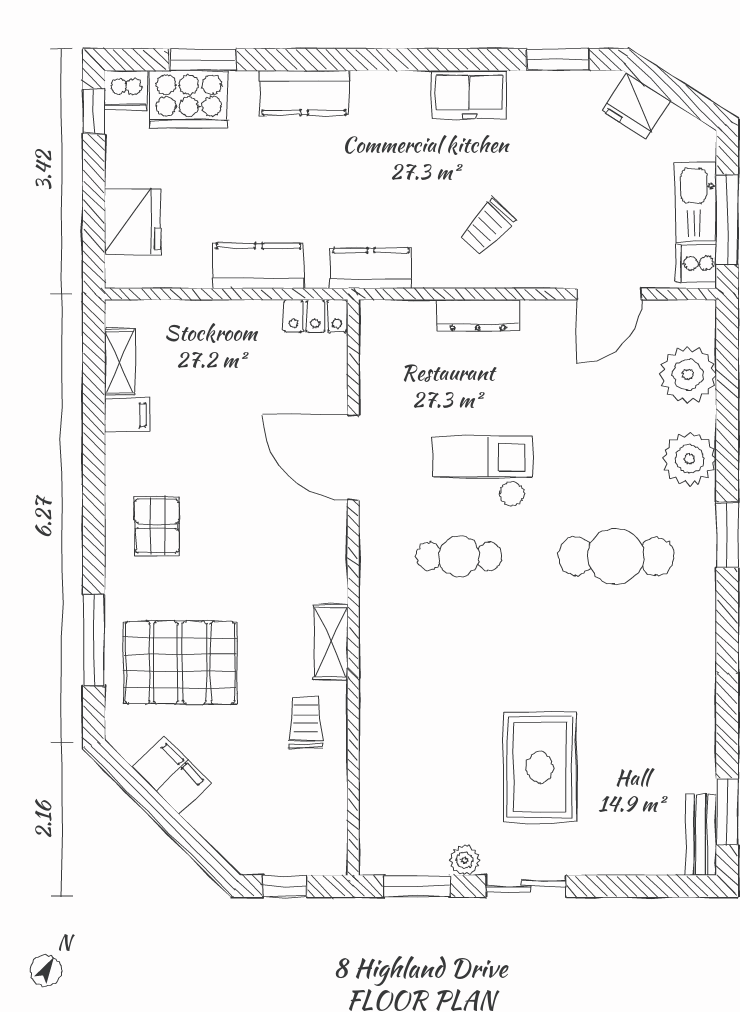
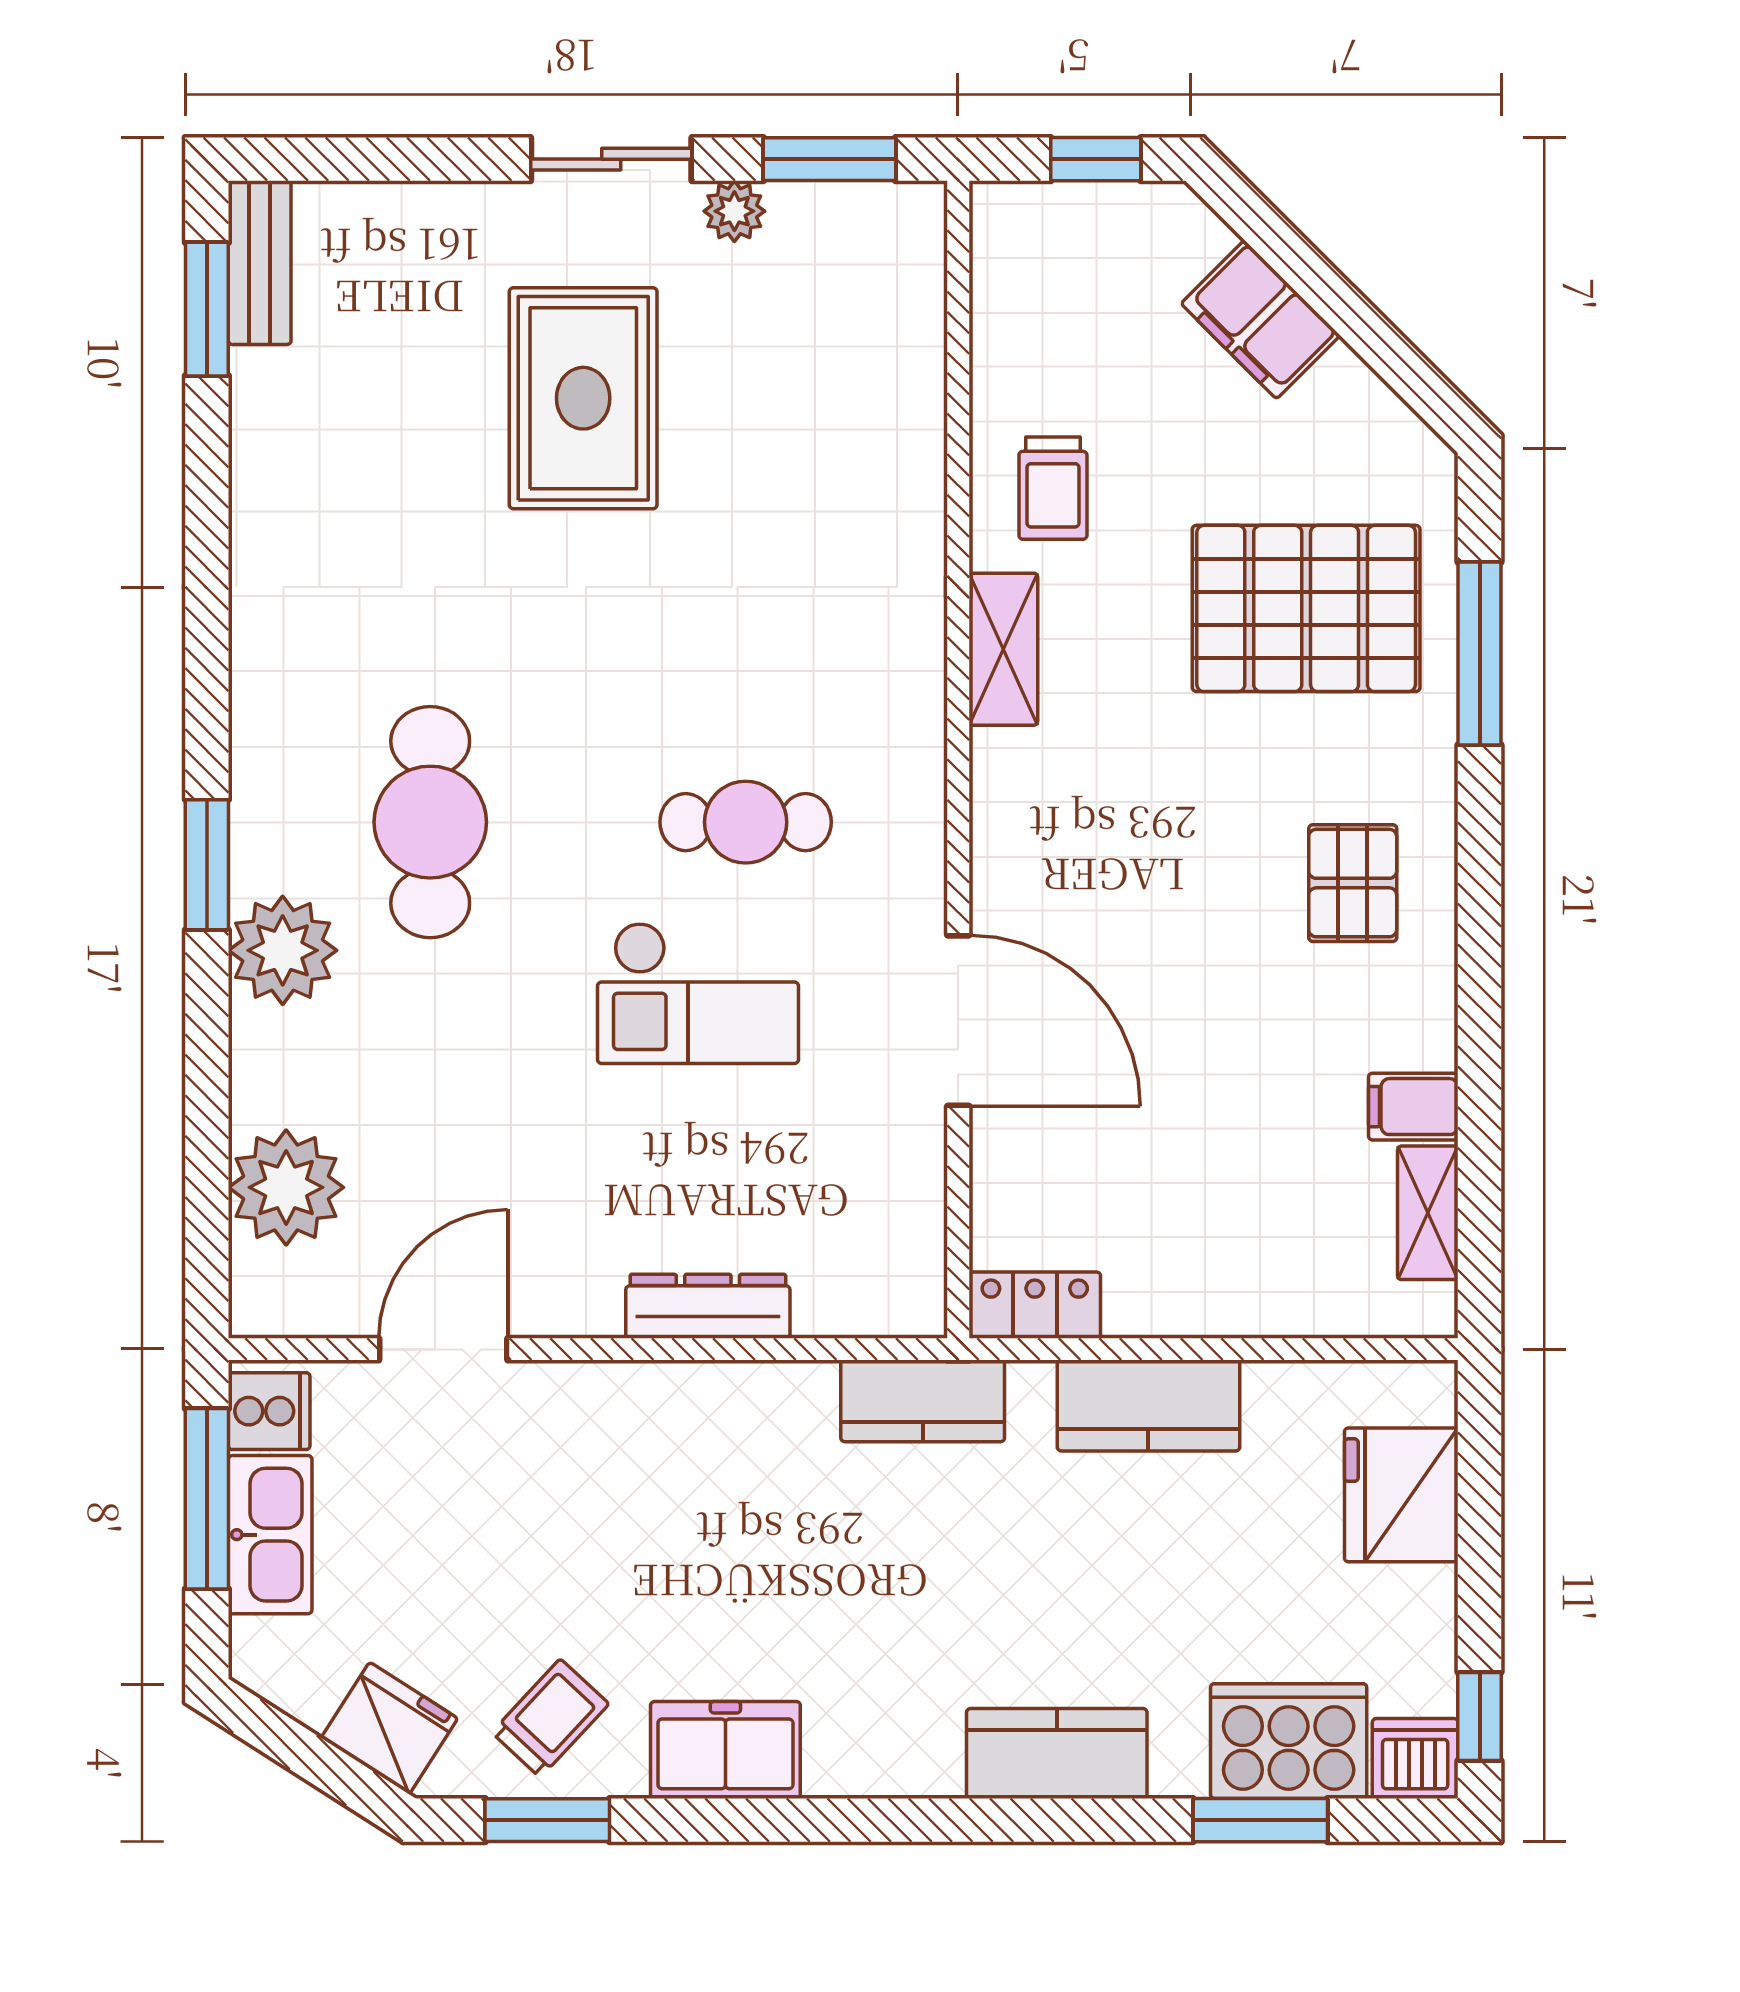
trolley: (487, 227) -> (550, 1718), moved
plant: (689, 459) -> (283, 950), moved
cafe table: (616, 556) -> (430, 822), turned 90
filing cabinet: (171, 775) -> (1261, 320), moved

